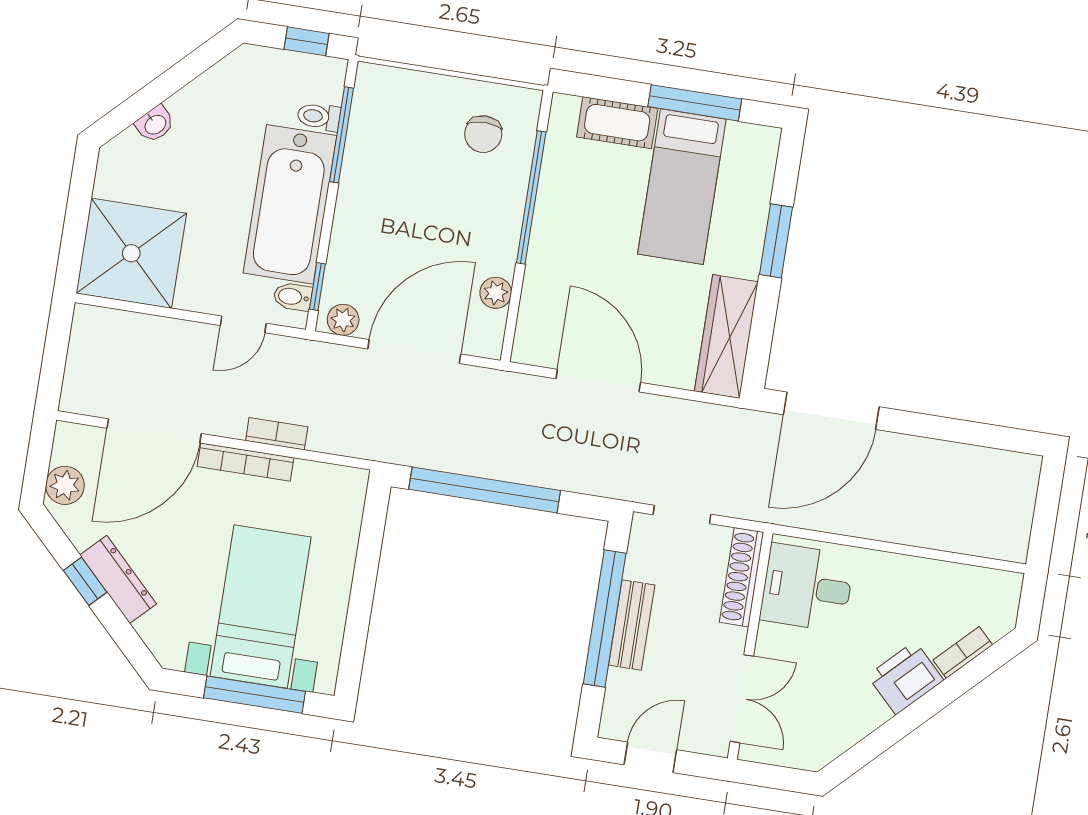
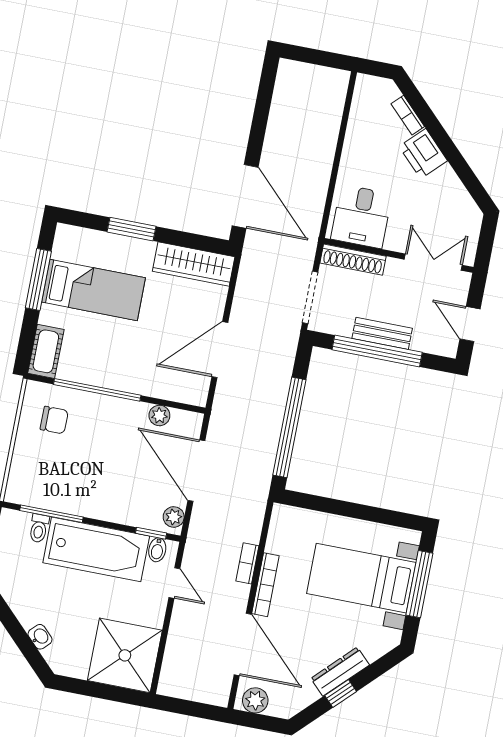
cot: (617, 123) -> (46, 351), moved
plant: (65, 485) -> (255, 700), moved
doorway: (682, 514) -> (310, 297), width x1.38

